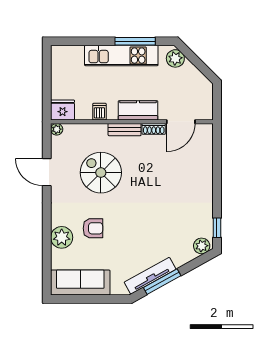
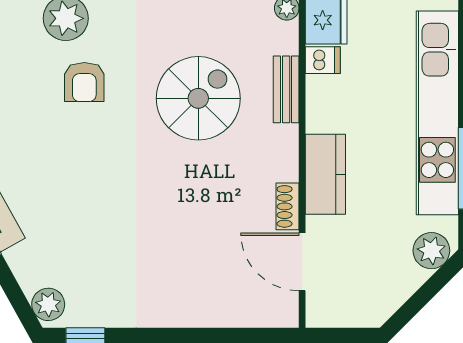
kitchen unit: (121, 56) -> (437, 113), width x1.36
dishwasher: (99, 112) -> (323, 60), moved
bench: (125, 130) -> (286, 89), moved

